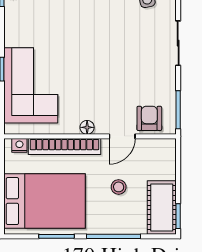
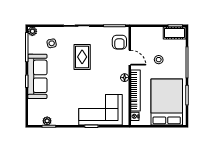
rug: (123, 53) -> (82, 57), added
armchair: (149, 118) -> (119, 42), turned -90
cot: (162, 207) -> (175, 33), width x0.73, depth x0.75

